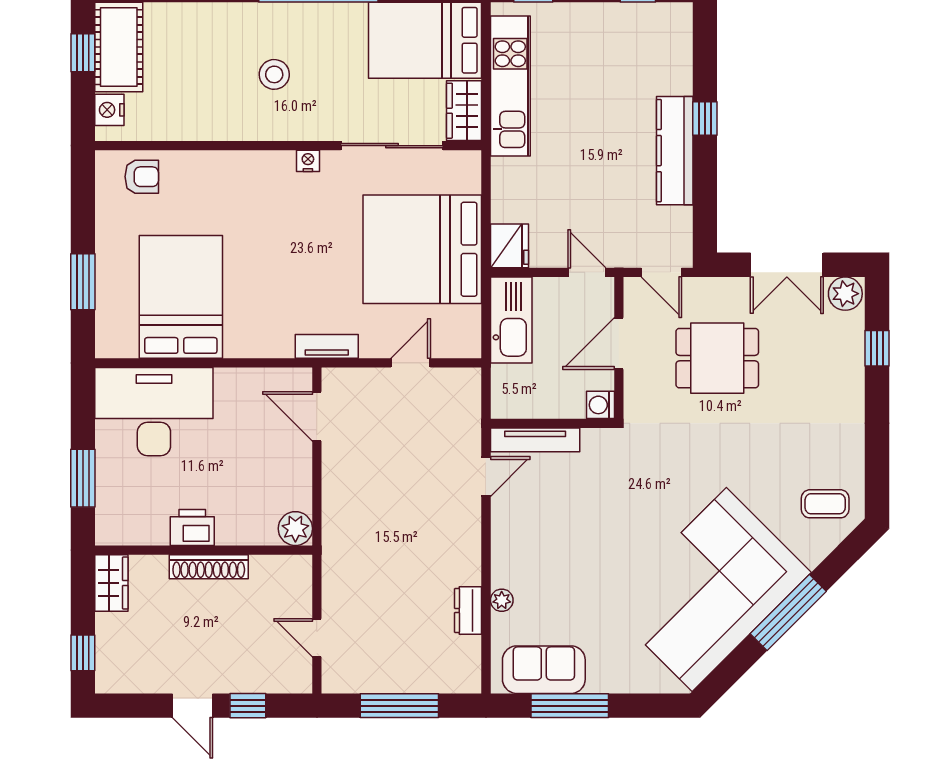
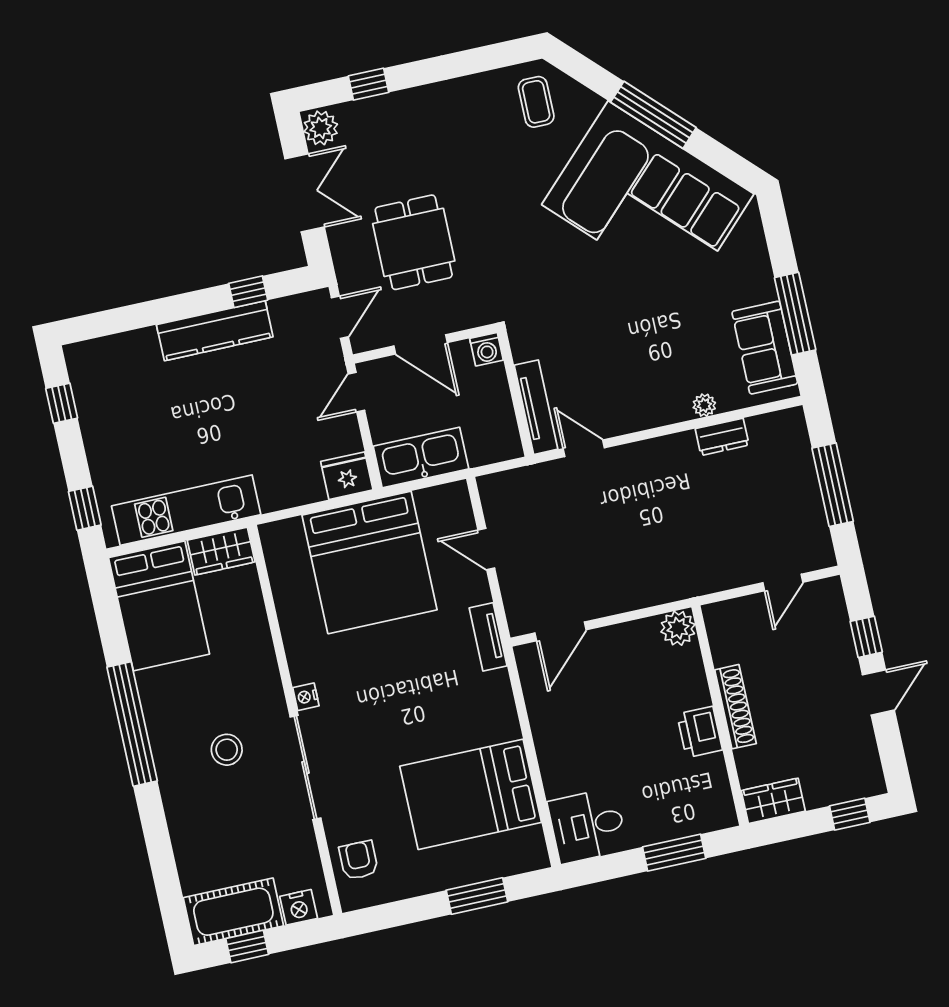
window: (705, 118) -> (248, 292), moved
sliding door: (392, 146) -> (305, 768), moved
desk: (154, 412) -> (588, 826), width x0.53, depth x0.77

